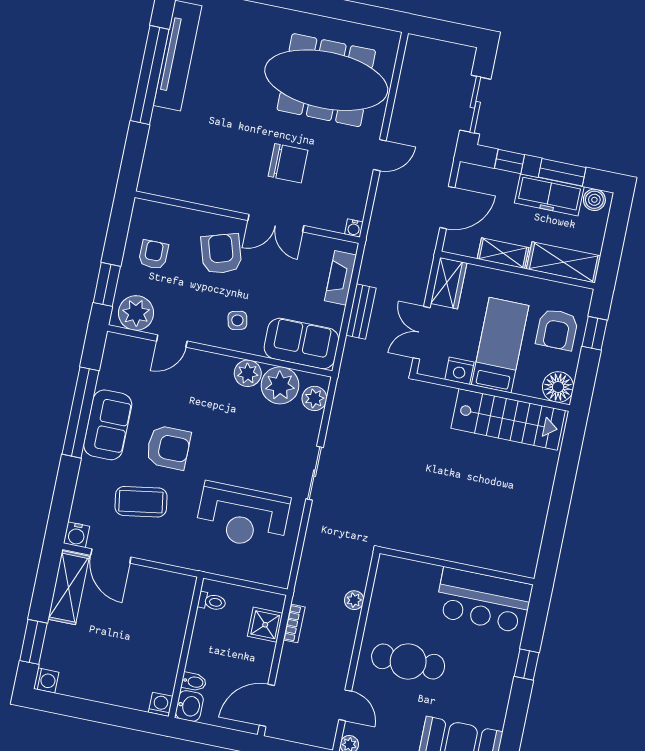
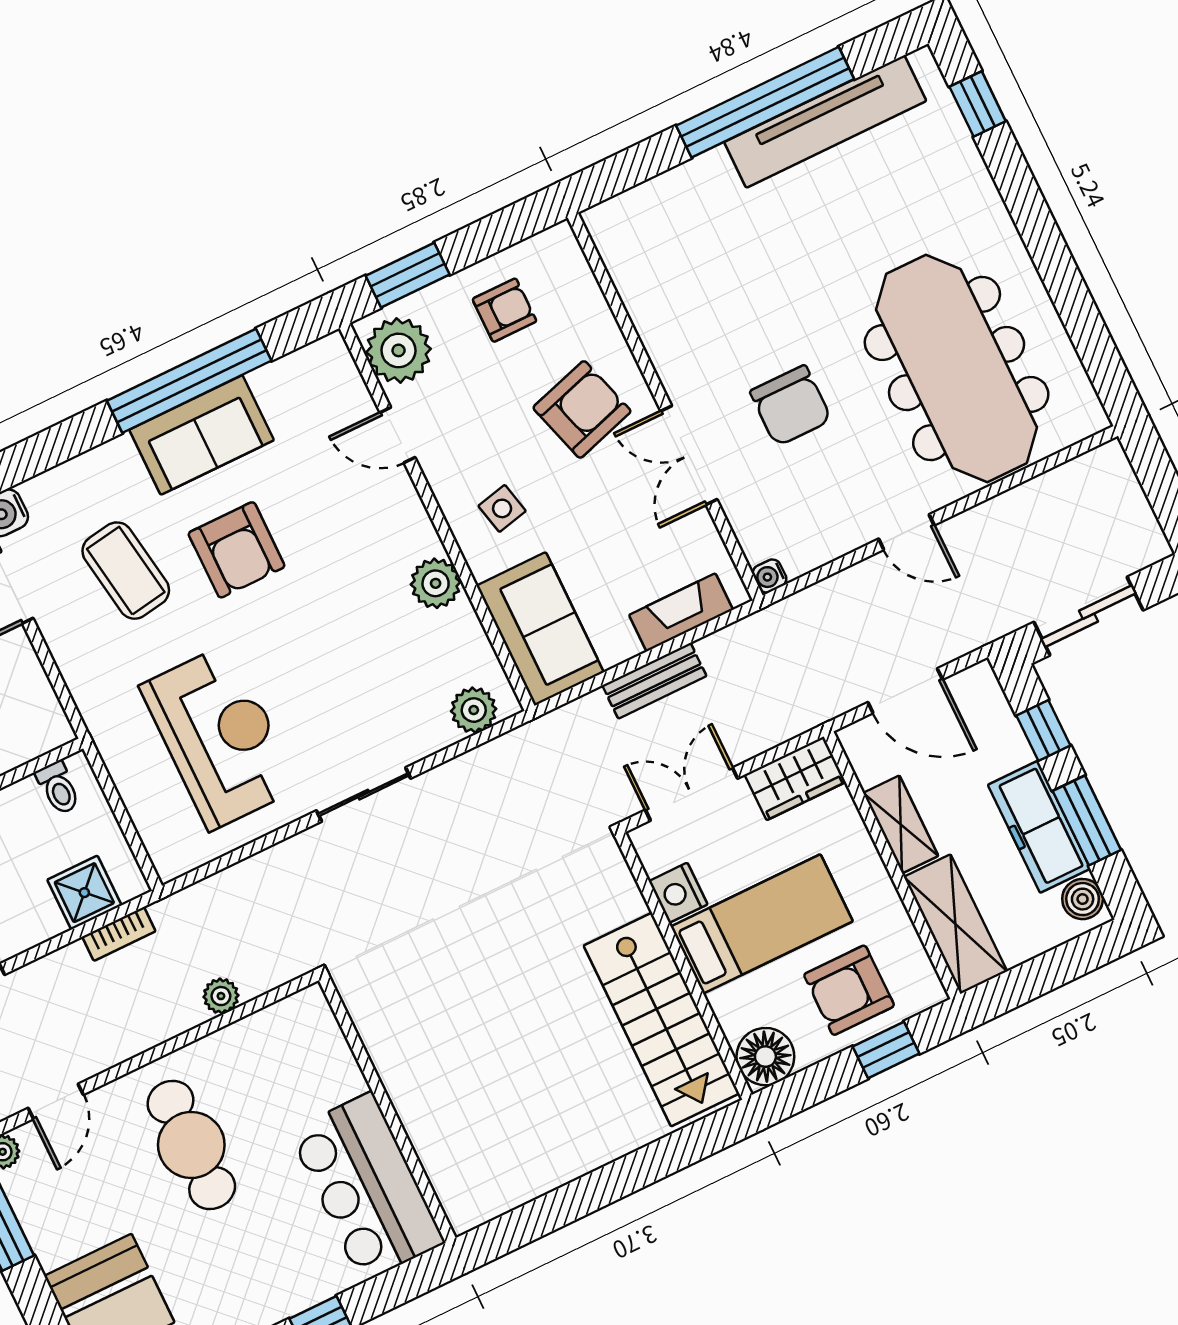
plant: (280, 385) -> (454, 644), removed
reception desk: (243, 516) -> (220, 737), turned 180

